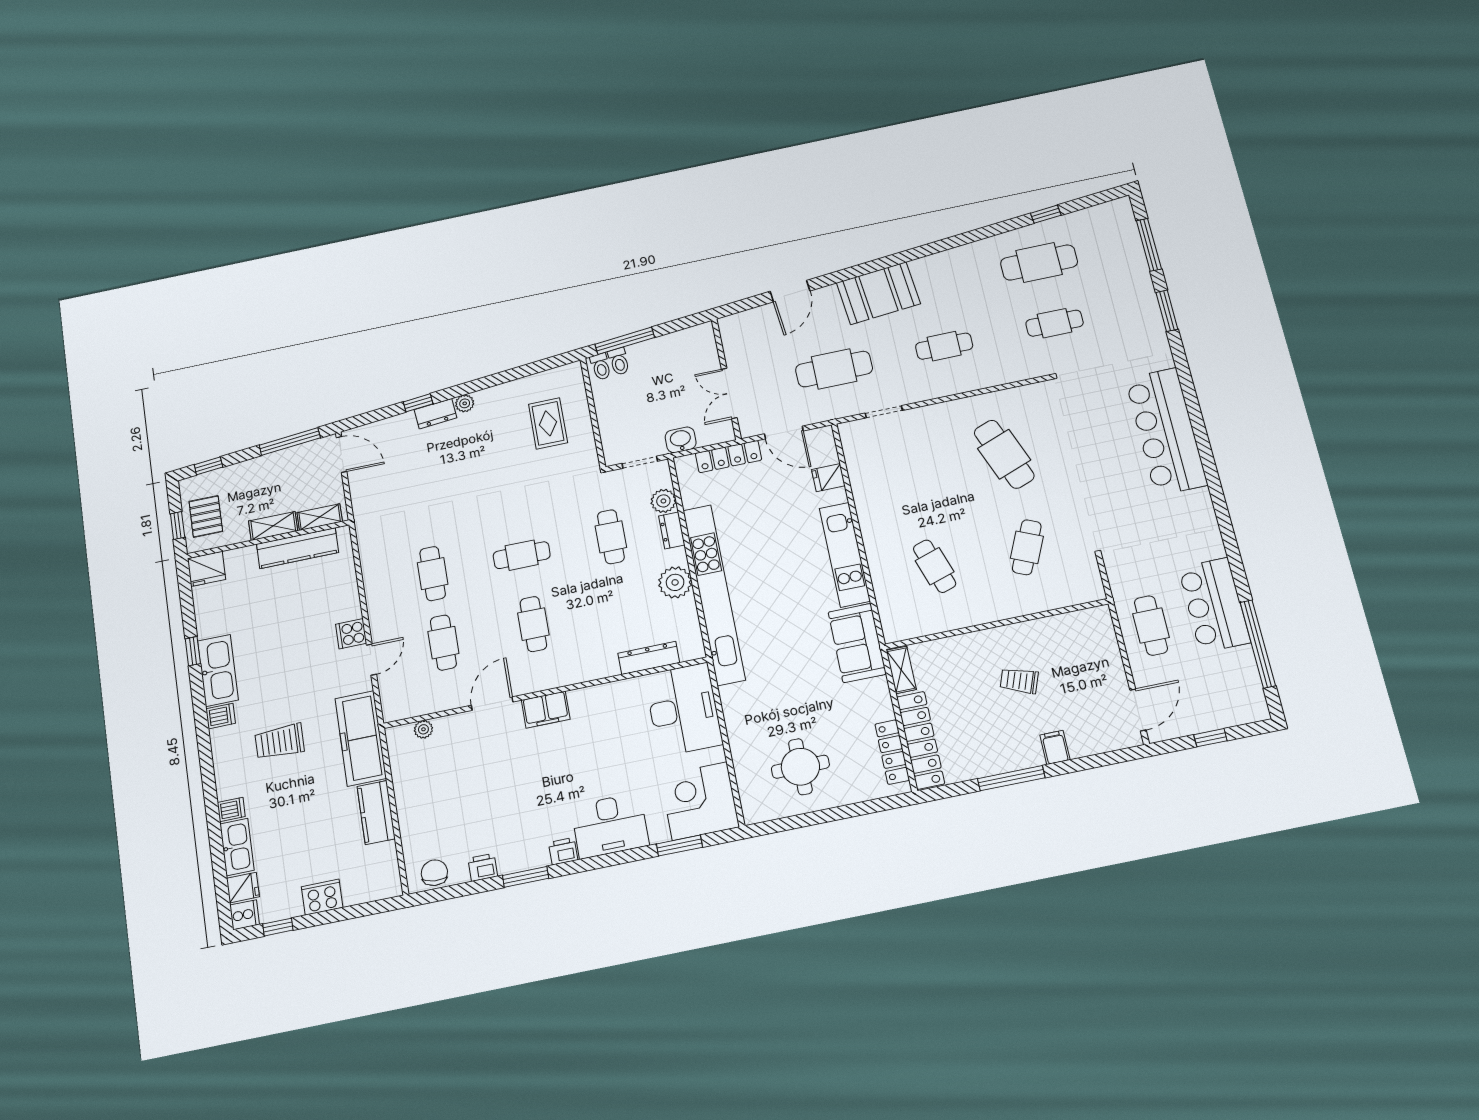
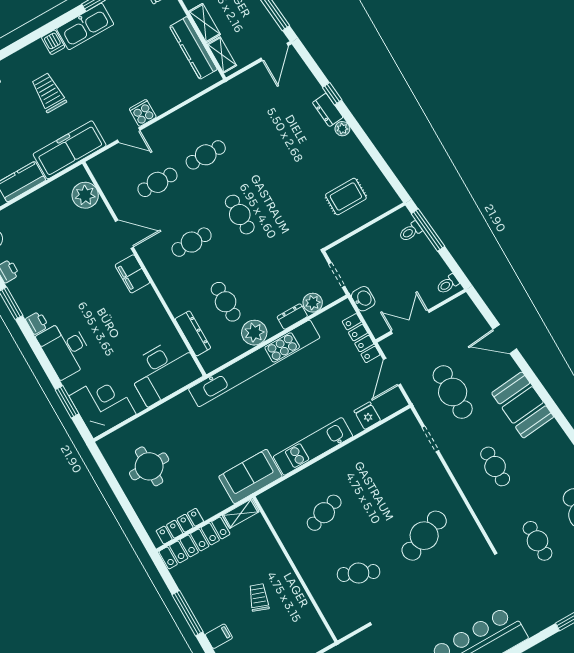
toilet: (601, 367) -> (448, 284), moved
cafe table: (611, 537) -> (226, 302), moved, turned 90
plant: (423, 729) -> (85, 195), width x1.88, depth x1.88

